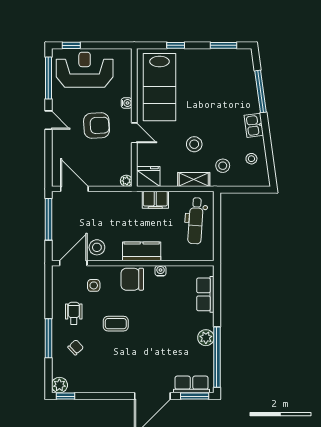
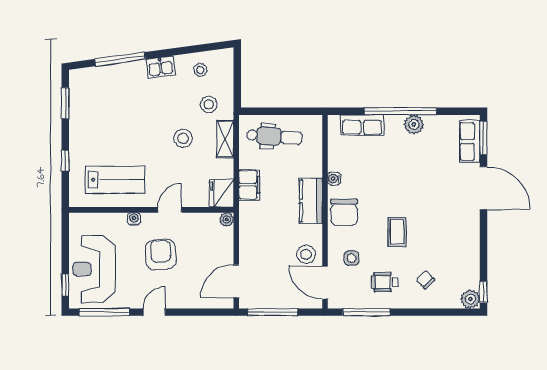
lab bench: (159, 87) -> (115, 180), width x0.73, depth x0.72
window: (48, 338) -> (366, 312), moved
window: (217, 357) -> (401, 111), moved

